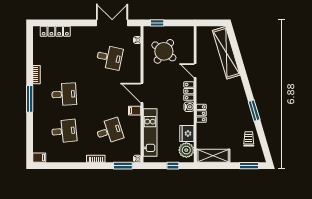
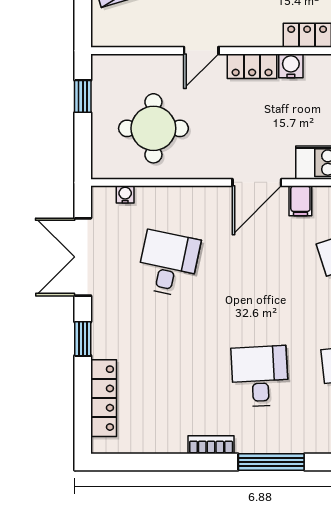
window: (79, 23) -> (83, 339), added
window: (157, 23) -> (83, 96), moved
round table: (164, 51) -> (153, 128), turned -36

